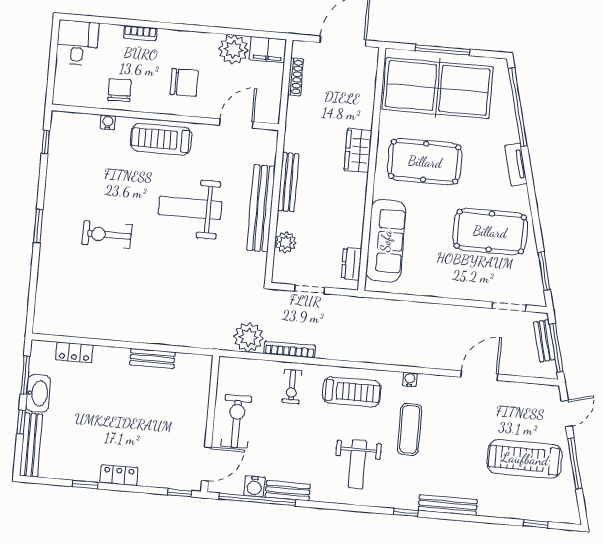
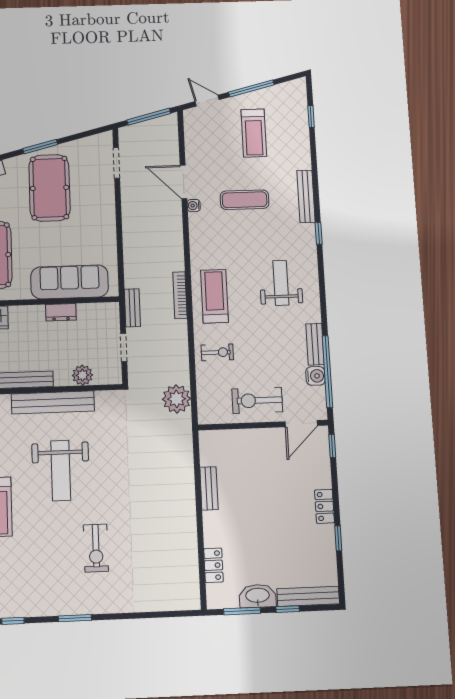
window: (38, 226) -> (75, 618), moved
dresser: (351, 264) -> (61, 312), moved
window: (544, 271) -> (40, 147), moved
bench: (544, 341) -> (132, 308), moved, turned -76
bookcase: (290, 350) -> (180, 295), moved
water cooler: (410, 379) -> (194, 206), moved
exercise mat: (410, 429) -> (245, 200), moved
treadmill: (525, 459) -> (254, 133), width x0.73, depth x0.73
door: (207, 464) -> (301, 424), swing flipped
weight bench: (357, 464) -> (281, 283), turned -90

